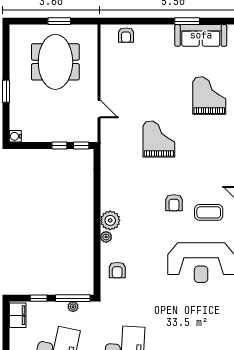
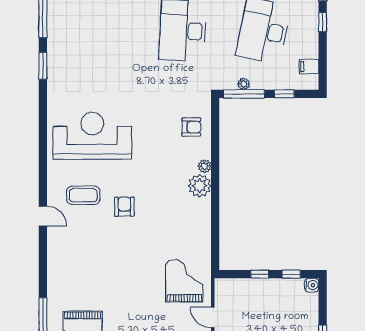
grand piano: (159, 139) -> (184, 281), moved, turned 180
window: (81, 146) -> (291, 274), moved
armchair: (117, 270) -> (191, 127), turned 90
filing cabinet: (18, 315) -> (309, 67), width x0.50

